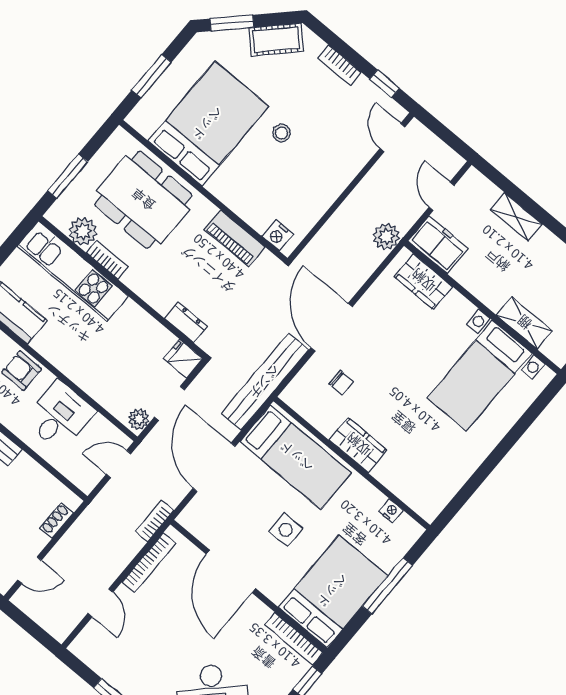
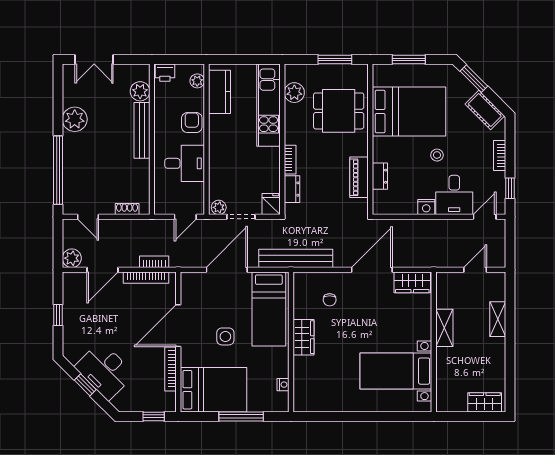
desk: (341, 151) -> (454, 195), added
window: (68, 176) -> (335, 60), moved
dining table: (143, 200) -> (339, 111), width x0.73
dresser: (252, 215) -> (380, 176), added
nightstand: (277, 235) -> (426, 207), moved, turned -90
plant: (386, 237) -> (72, 258), moved
freezer: (438, 245) -> (448, 290), removed
bookcase: (107, 260) -> (290, 160), moved
wardrobe: (423, 281) -> (412, 282), moved, turned -90
shelving: (524, 323) -> (444, 328), moved
door: (332, 327) -> (372, 270), moved
door: (119, 464) -> (185, 217), swing flipped
bookcase: (154, 521) -> (154, 262), moved
door: (100, 603) -> (103, 270), width x1.38
bookcase: (294, 639) -> (171, 369), moved

